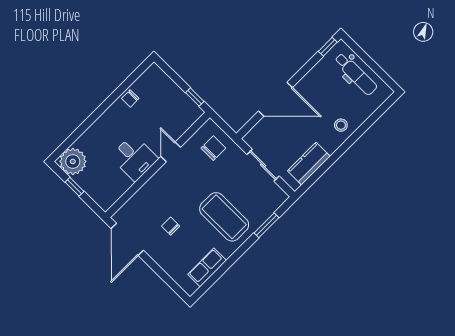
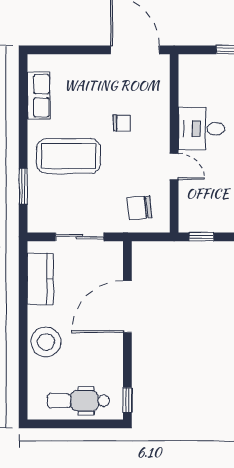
stool: (341, 125) -> (46, 342), width x1.89, depth x1.89
chair: (213, 148) -> (139, 208), turned 84
chair: (171, 226) -> (122, 123), moved

